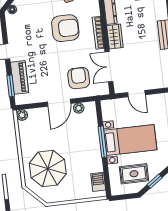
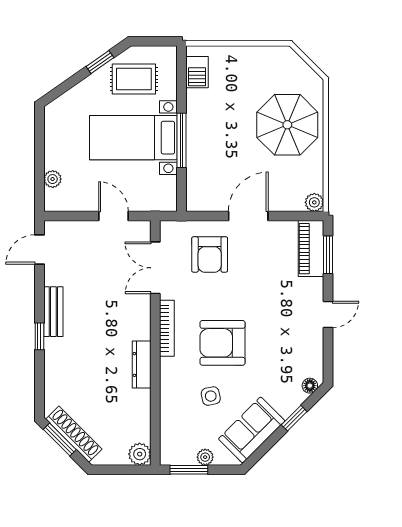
wardrobe: (115, 37) -> (139, 318), removed
double door: (109, 67) -> (155, 268), swing flipped
piano: (20, 77) -> (311, 249), moved
plant: (79, 108) -> (216, 203), removed
parasol: (48, 168) -> (287, 125), moved

